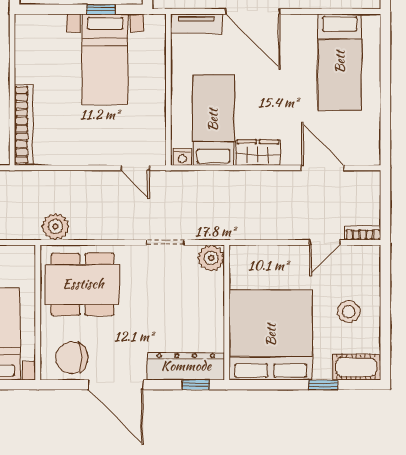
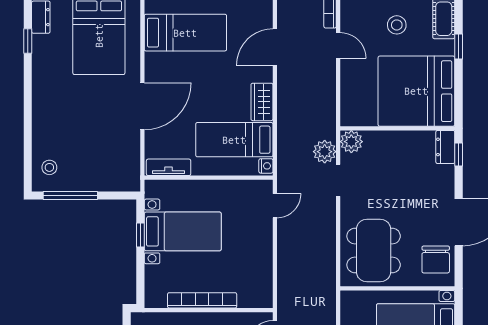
tv unit: (197, 24) -> (169, 167), moved, turned -90
bookcase: (24, 125) -> (202, 300), moved
plant: (56, 227) -> (325, 152), moved
dresser: (186, 366) -> (445, 147), width x0.51, depth x0.80

